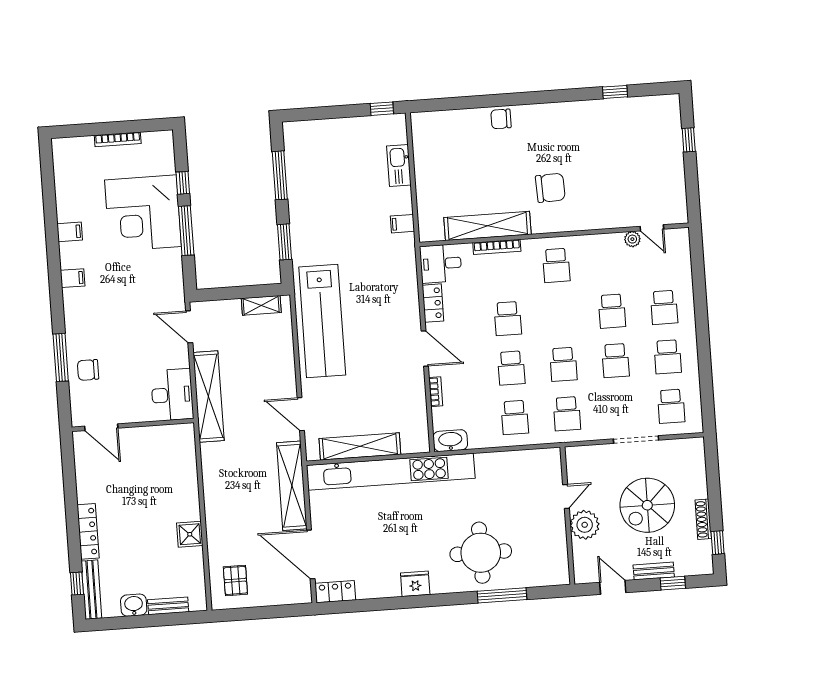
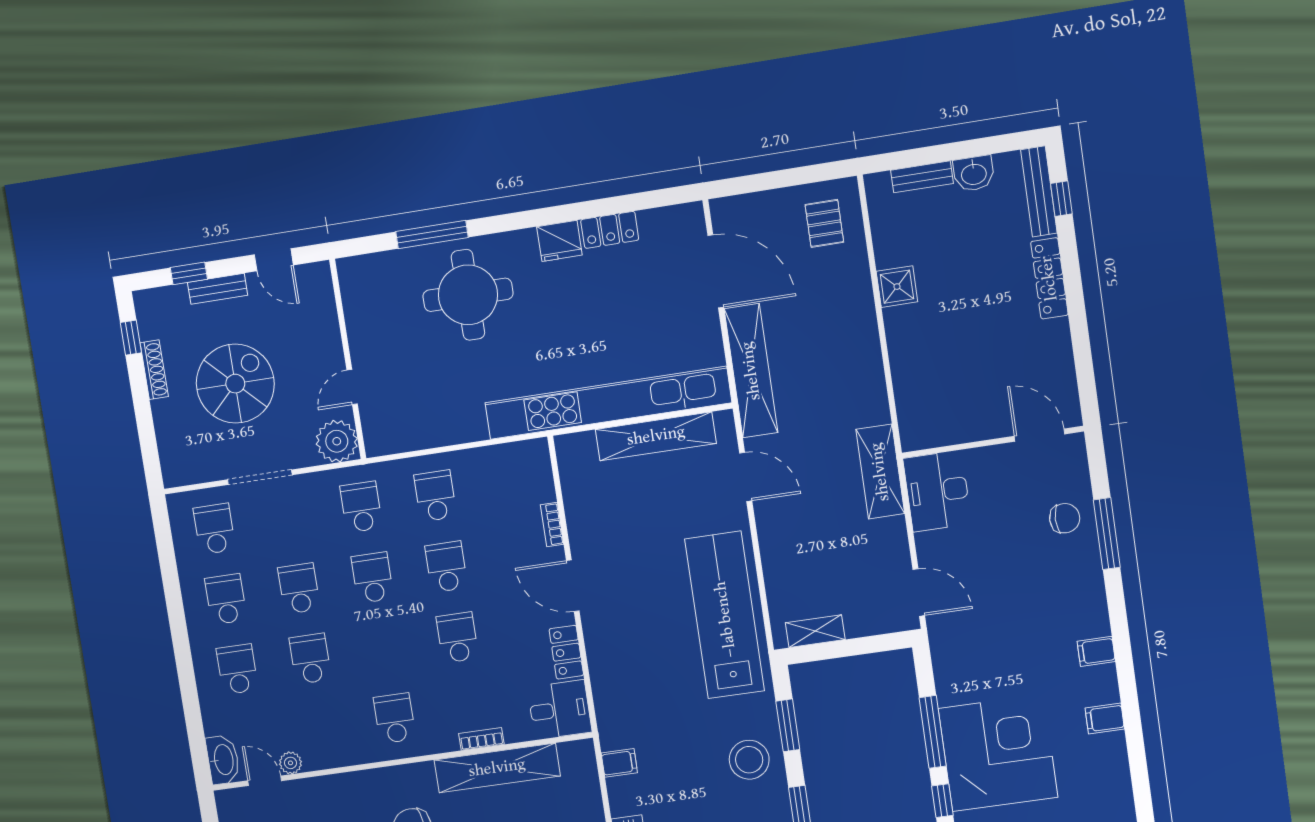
stool: (313, 220) -> (749, 760), added
bookcase: (497, 247) -> (481, 739), width x0.64
shelving: (208, 397) -> (880, 472), width x0.68
washbasin: (450, 441) -> (223, 760), moved, turned -90
plant: (585, 525) -> (337, 441), moved
locker: (335, 592) -> (610, 230), moved

